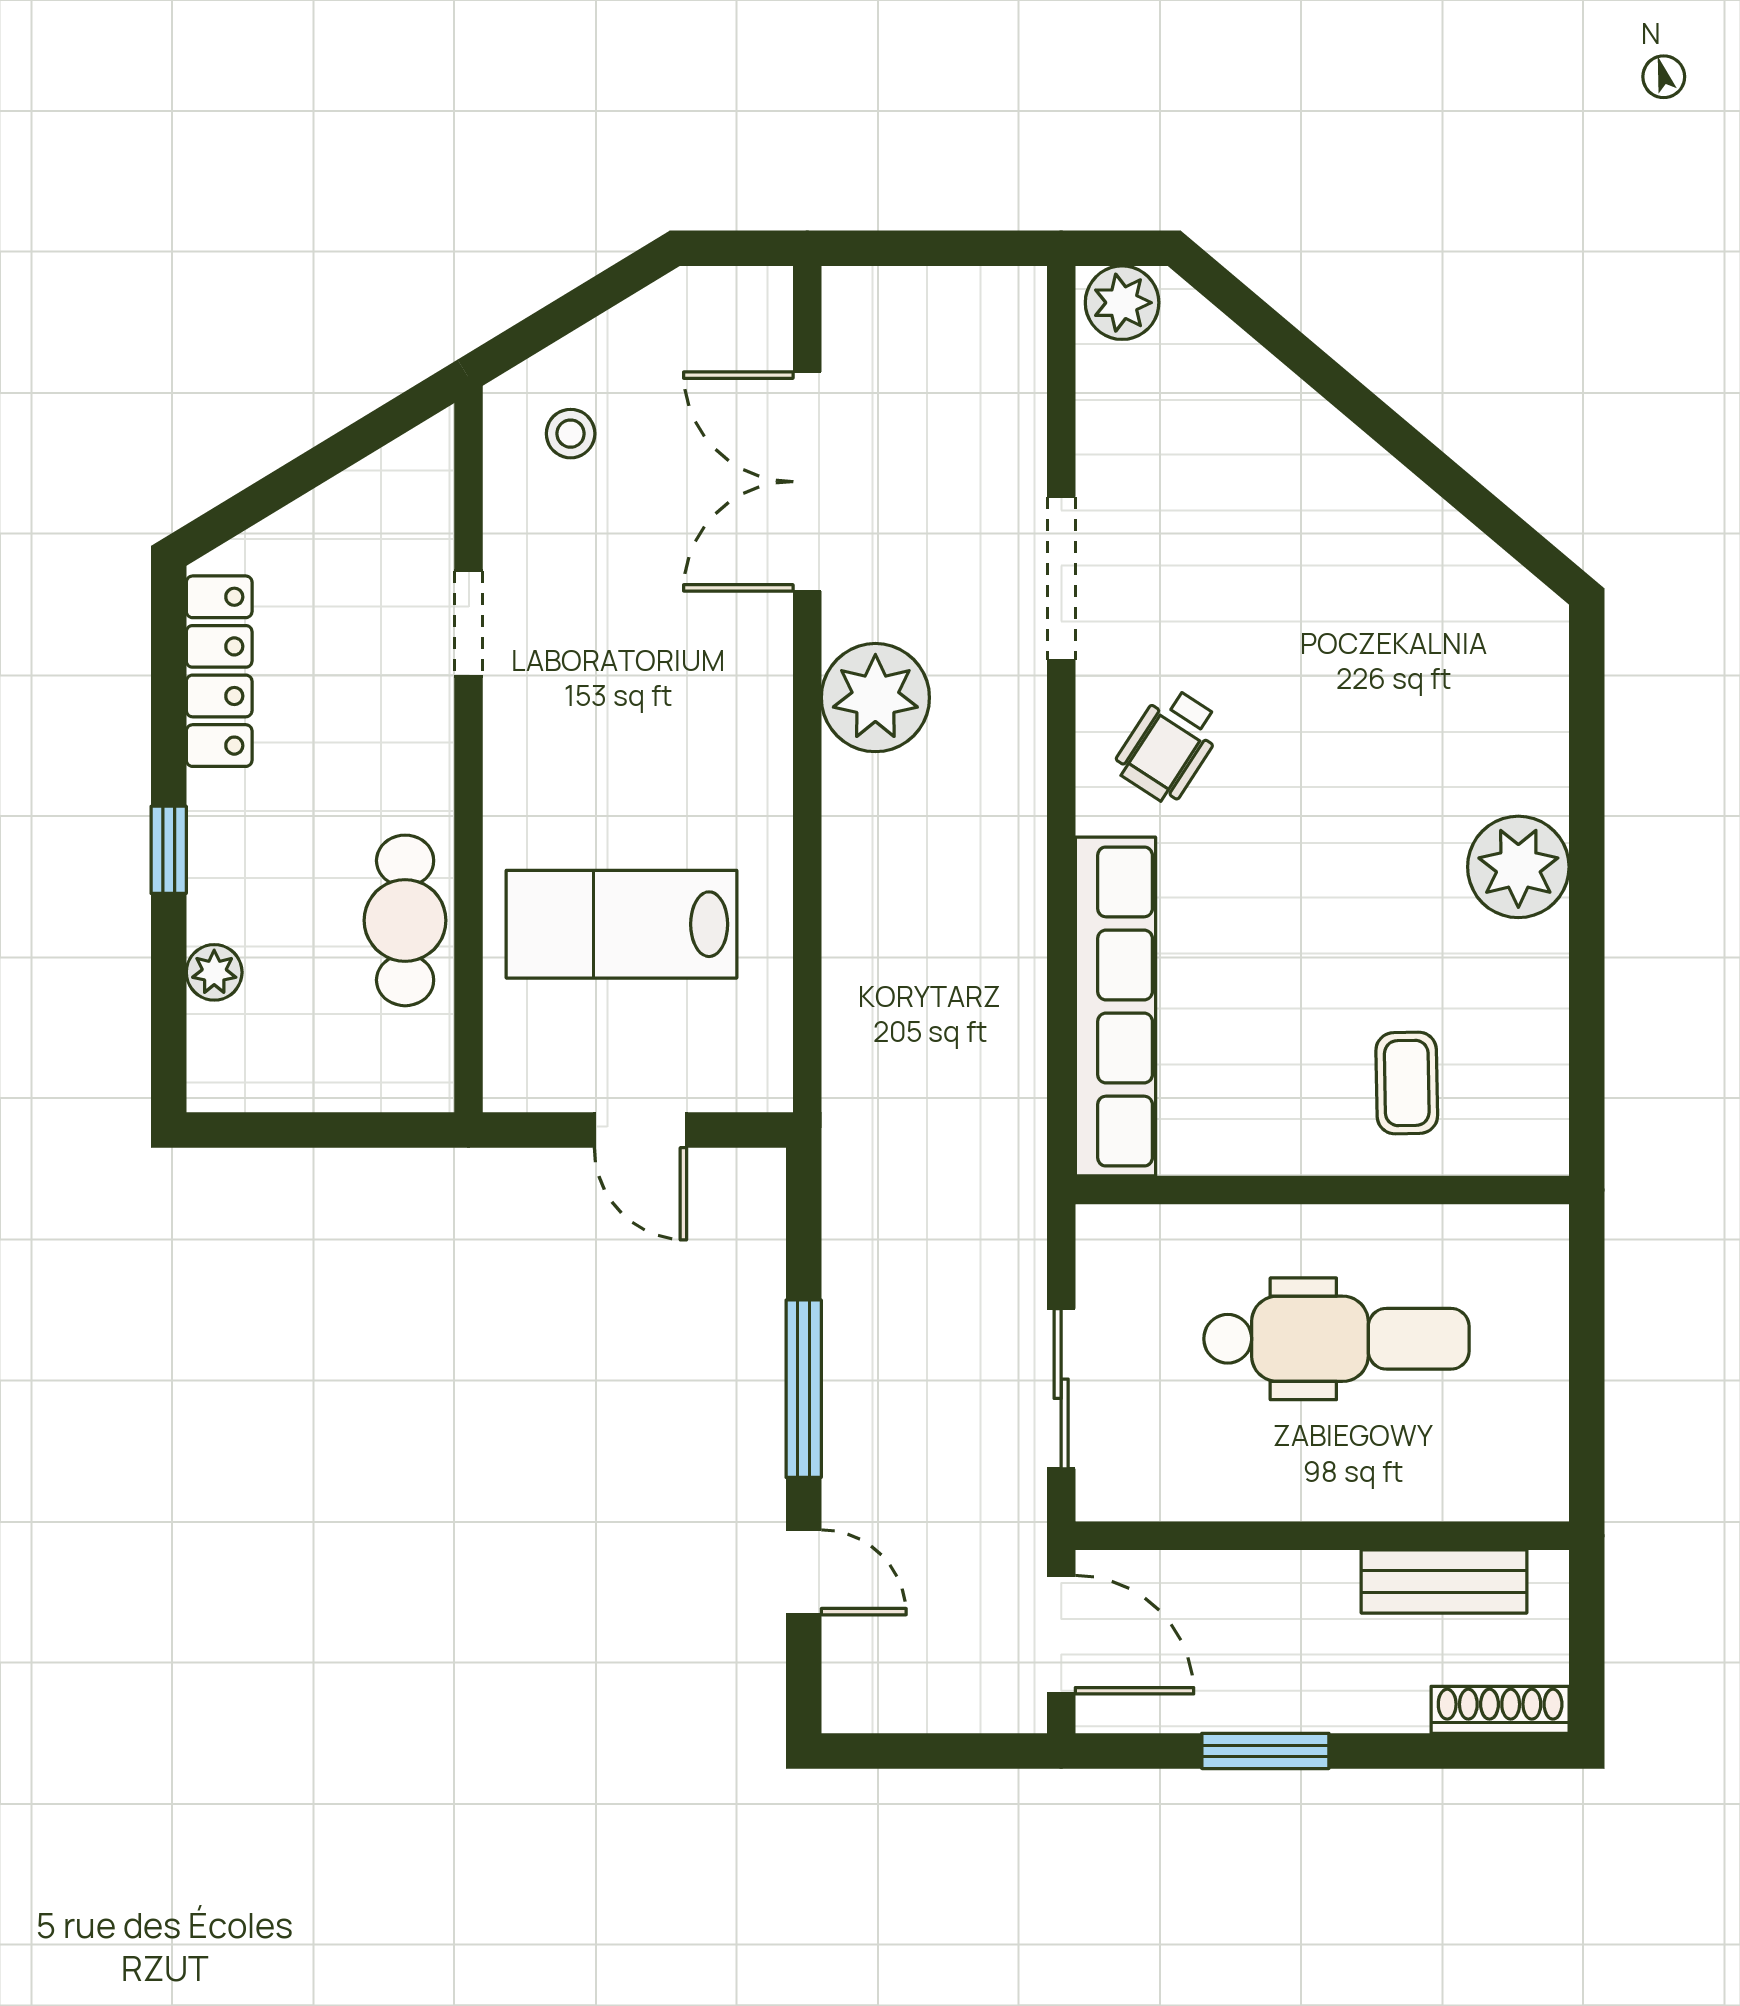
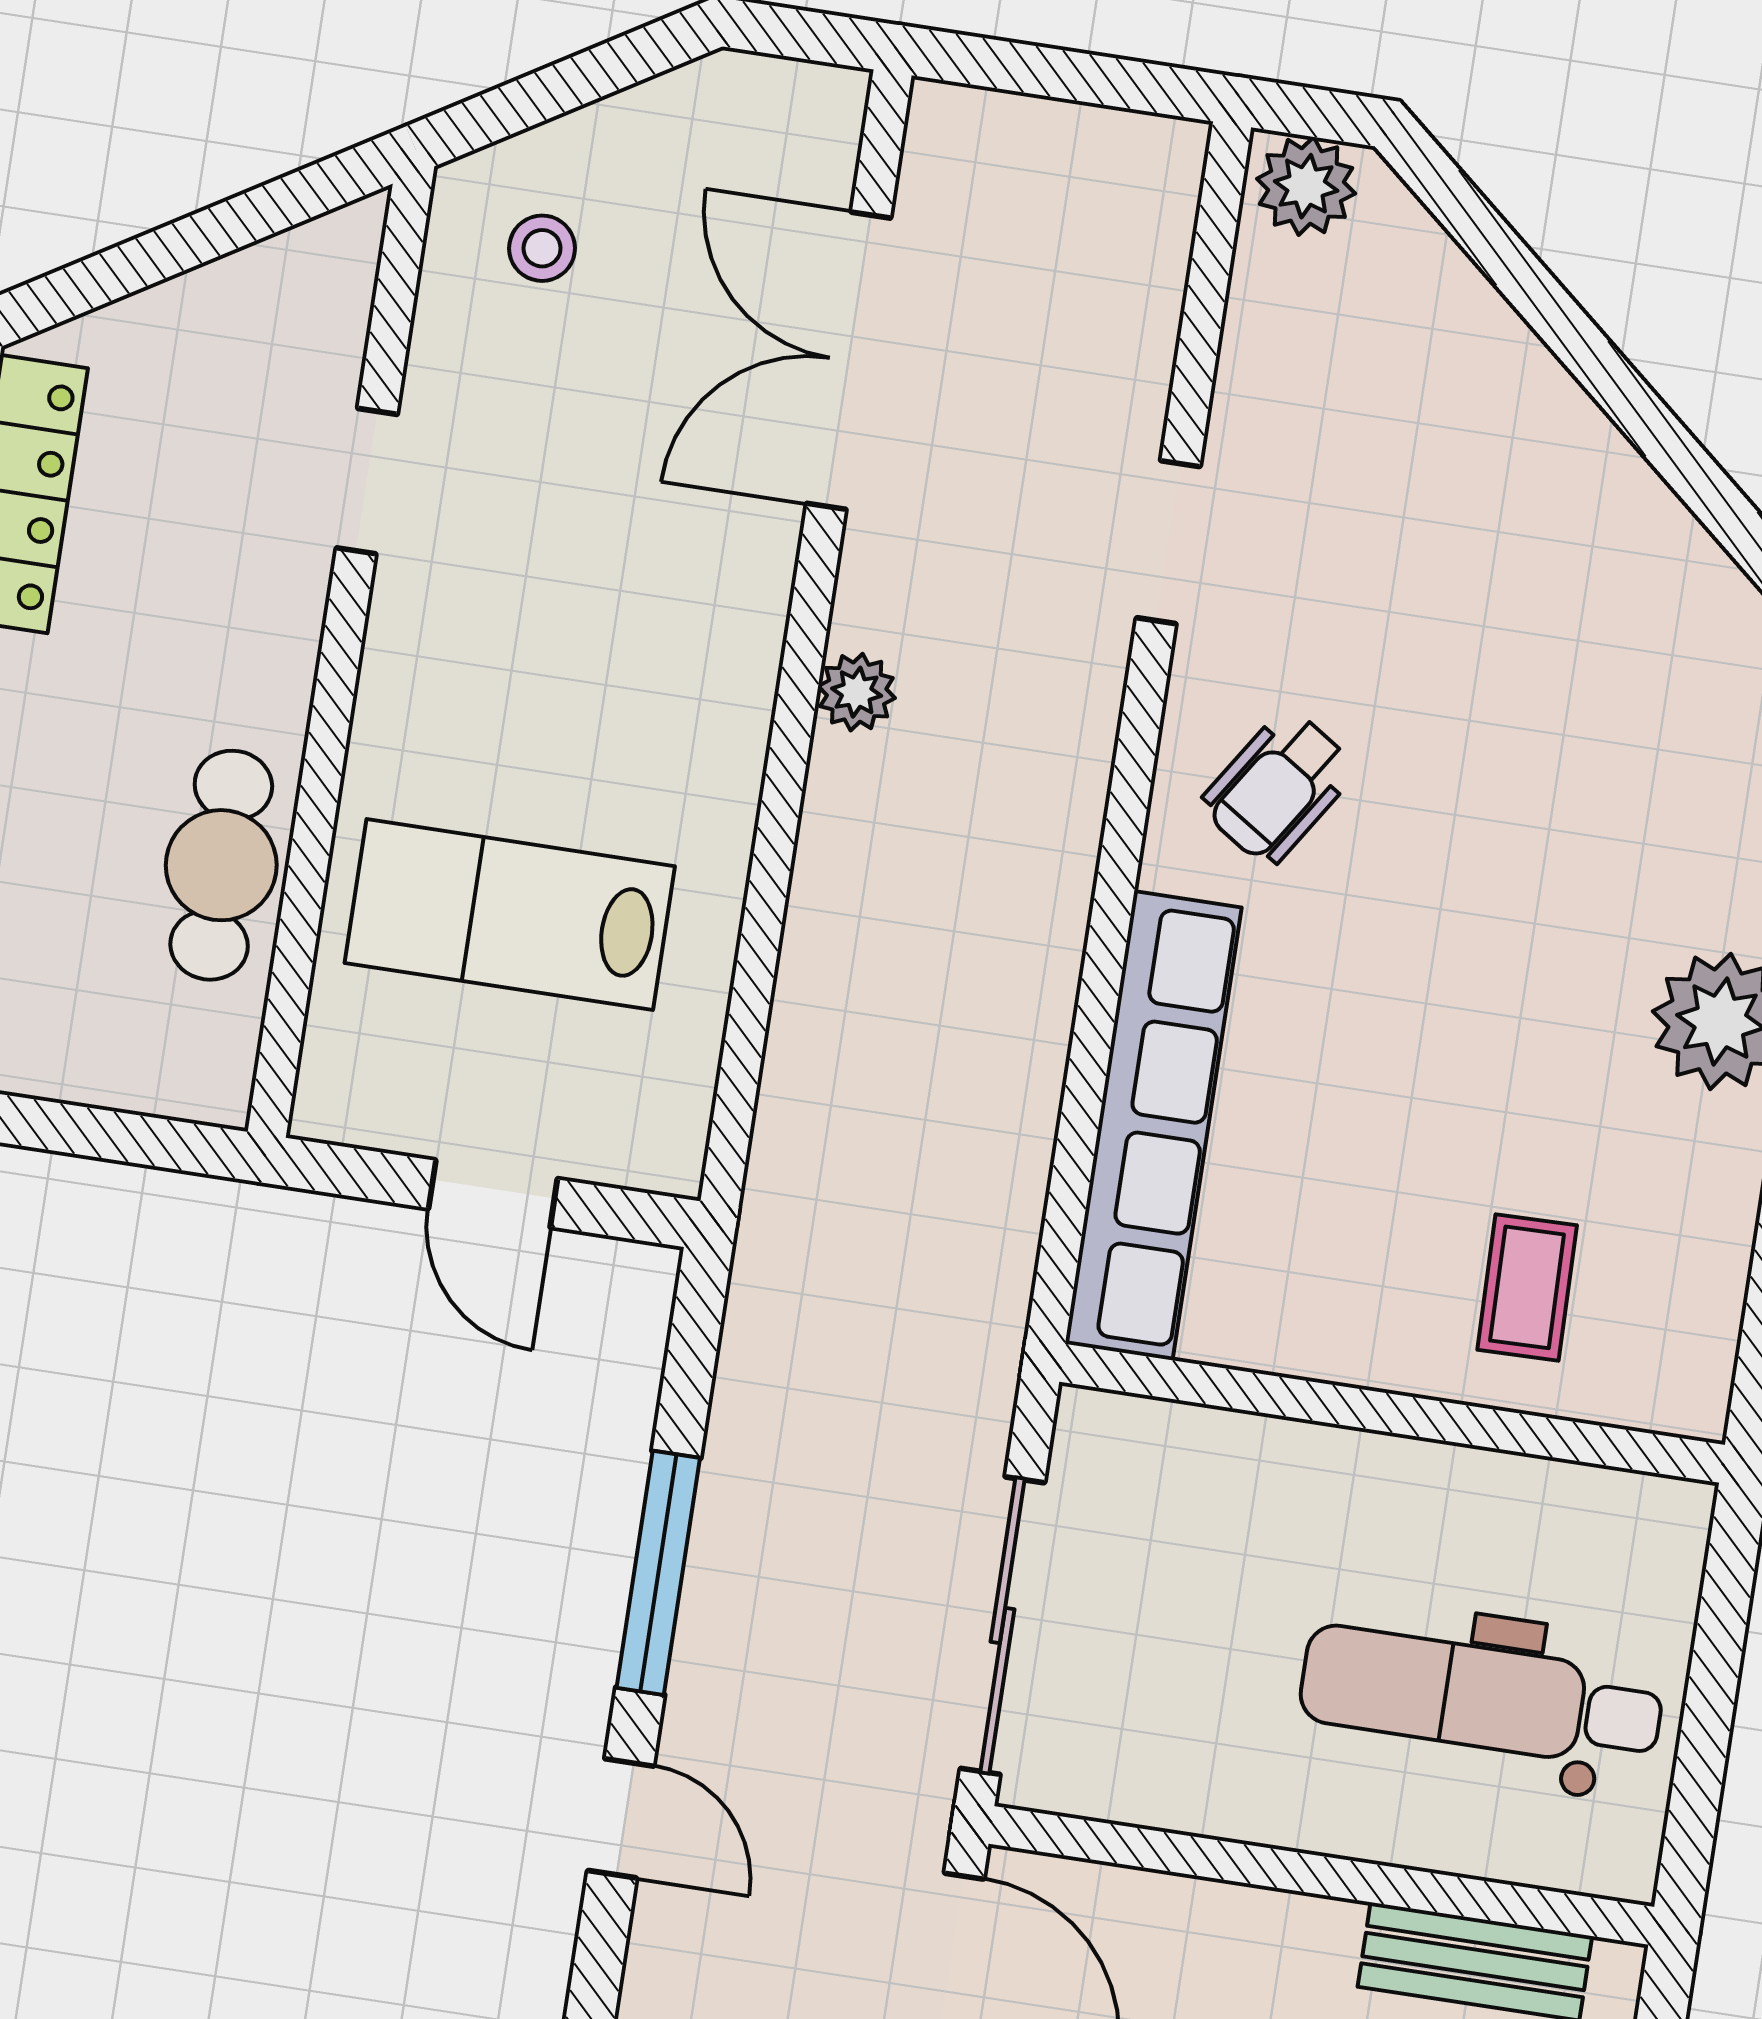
doorway: (1061, 578) -> (1168, 542), width x0.73
plant: (875, 698) -> (857, 692), width x0.53, depth x0.53
dental chair: (1336, 1339) -> (1481, 1697), moved, turned 180
sliding door: (1061, 1389) -> (1002, 1626), width x1.37

